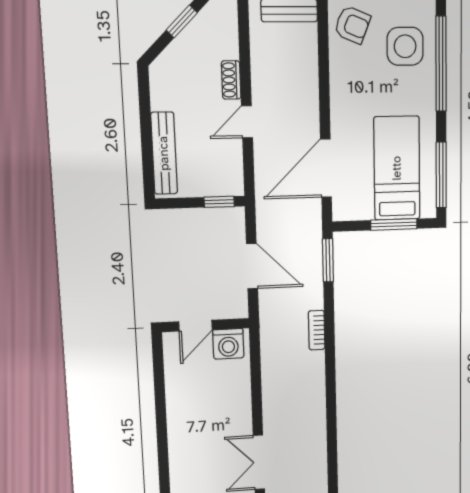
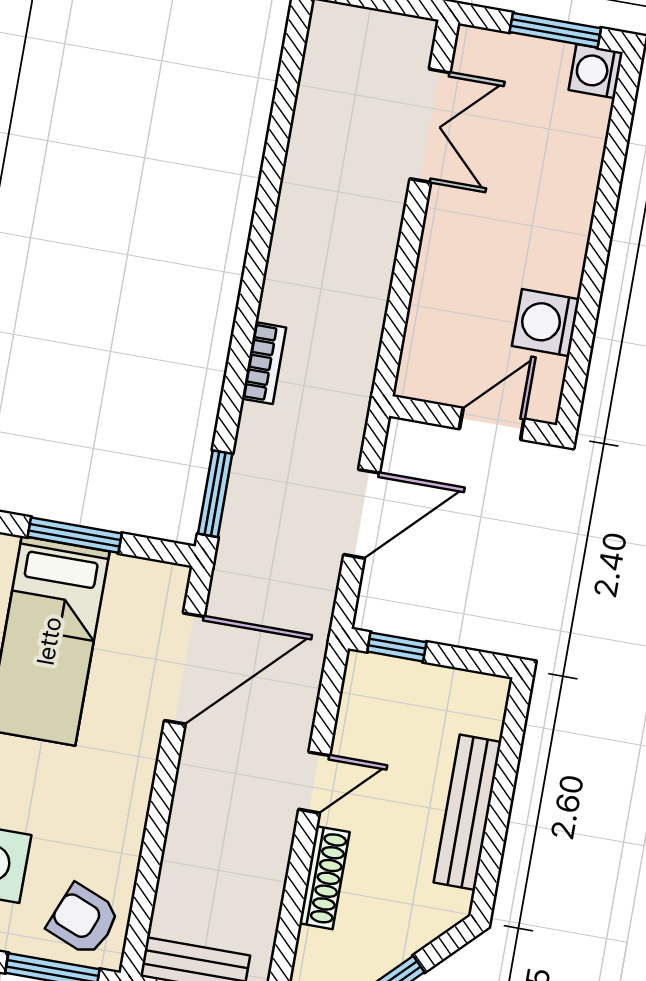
shoe rack: (231, 80) -> (324, 878), width x1.43
bench: (164, 153) -> (467, 812), moved
door: (252, 266) -> (362, 514), swing flipped
washing machine: (228, 344) -> (546, 323), moved, turned -90

